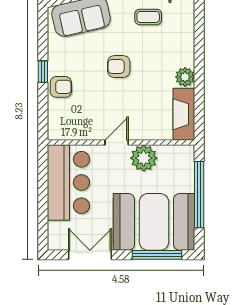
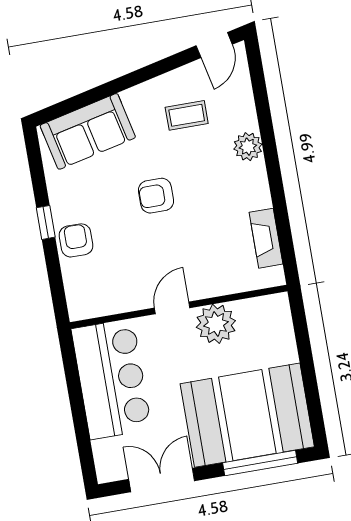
plant: (185, 77) -> (248, 147), moved
armchair: (61, 87) -> (76, 240), turned -90
fireplace: (184, 114) -> (266, 238), width x0.73, depth x0.76
window: (199, 195) -> (307, 364), removed

